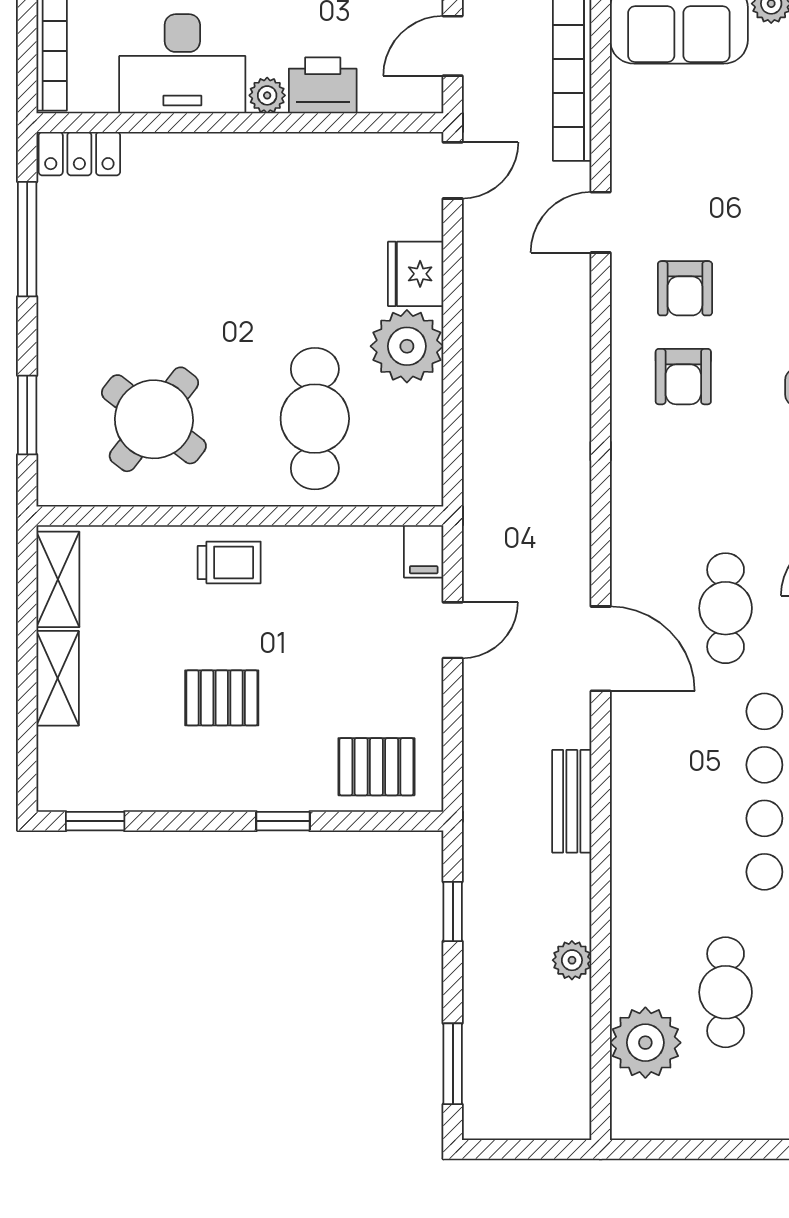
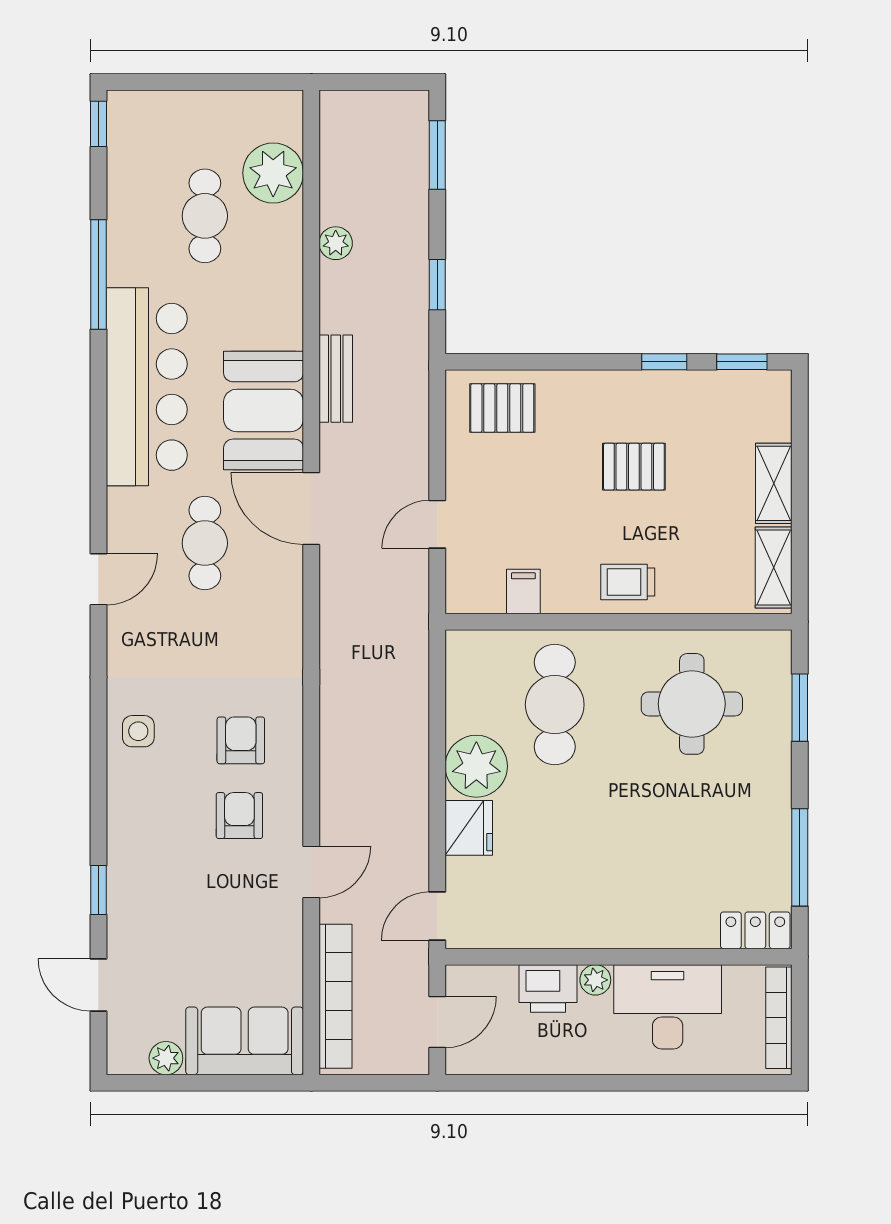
round table: (154, 419) -> (692, 704), turned -38
filing cabinet: (424, 551) -> (523, 591), moved
booth: (657, 764) -> (264, 410), added
window: (283, 821) -> (664, 362), moved

